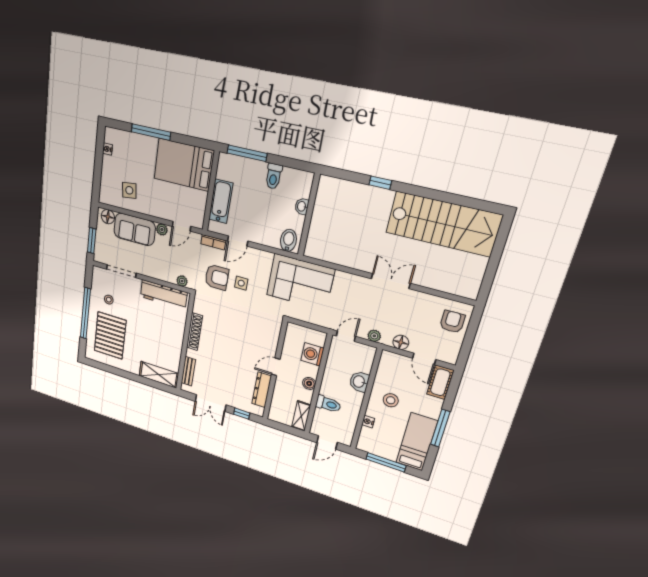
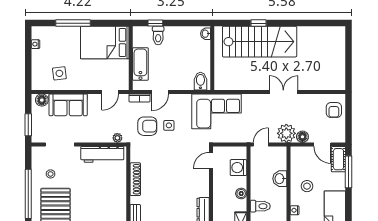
window: (247, 153) -> (155, 23), width x0.46
toilet: (274, 176) -> (158, 36), moved
washbasin: (302, 206) -> (206, 34), moved
stairs: (443, 224) -> (260, 42), moved
plant: (162, 229) -> (93, 99), removed
armchair: (452, 322) -> (334, 110), turned 180
plant: (374, 336) -> (286, 133), width x1.88, depth x1.88
door: (276, 367) -> (211, 160), moved
window: (440, 428) -> (349, 172), moved

